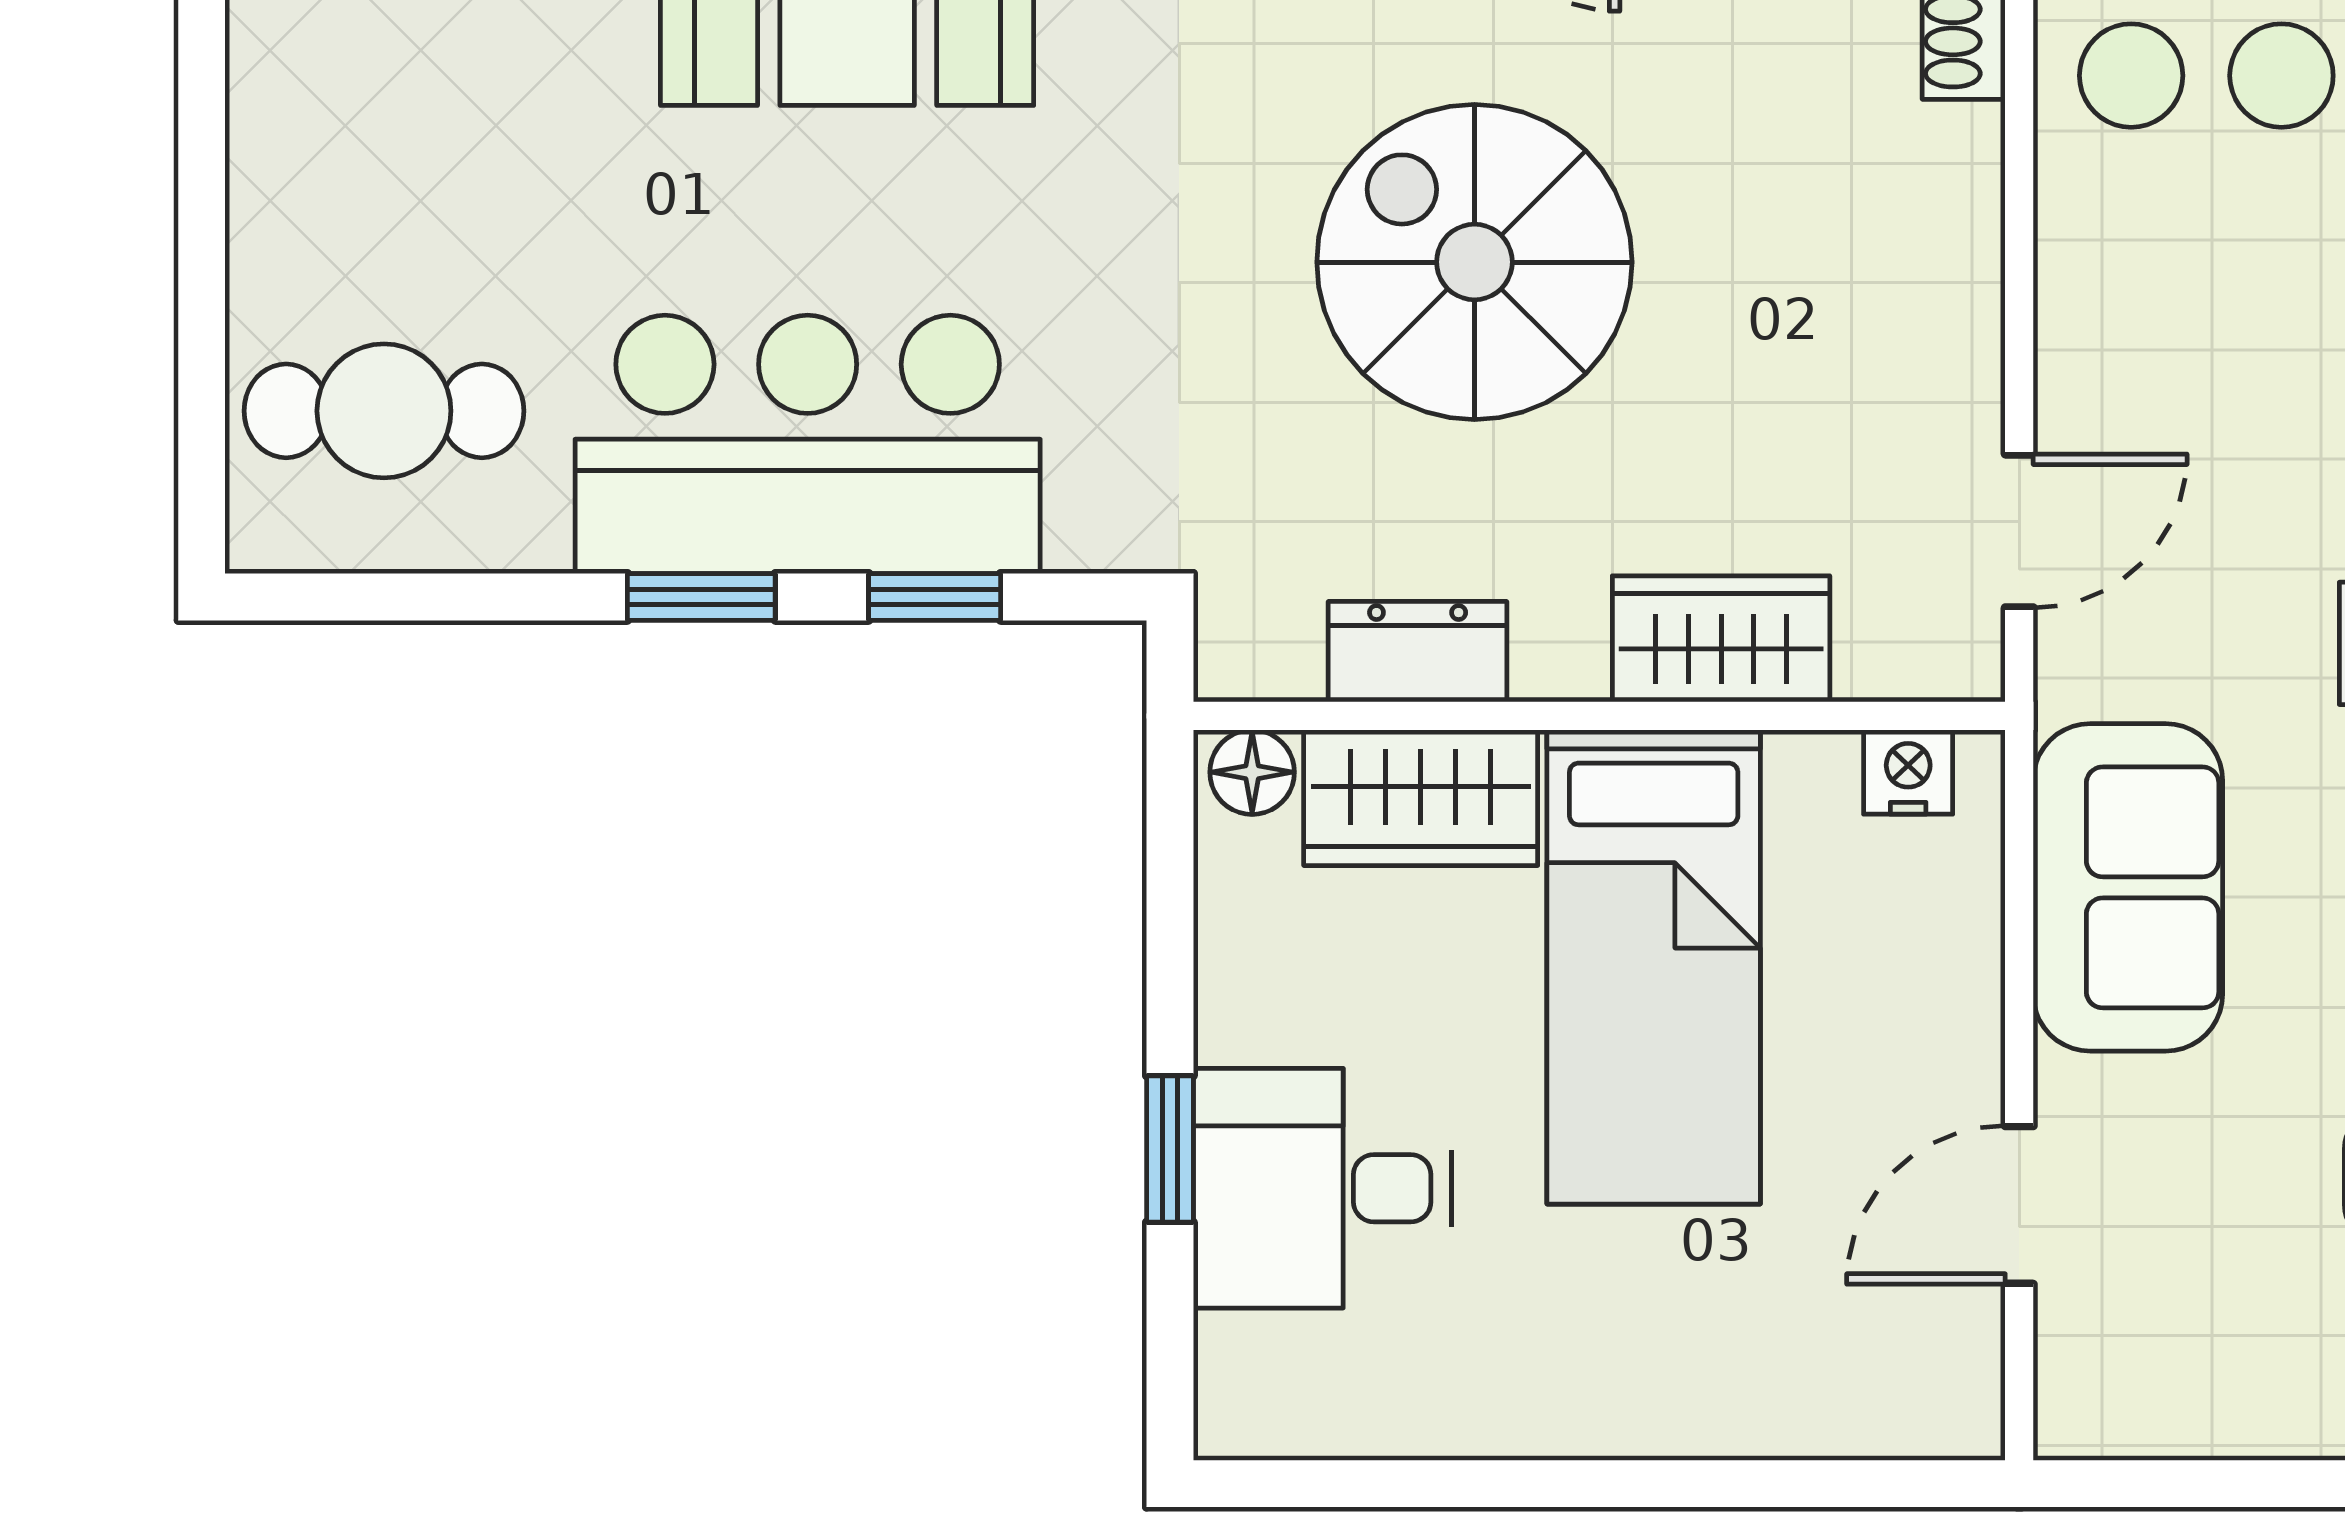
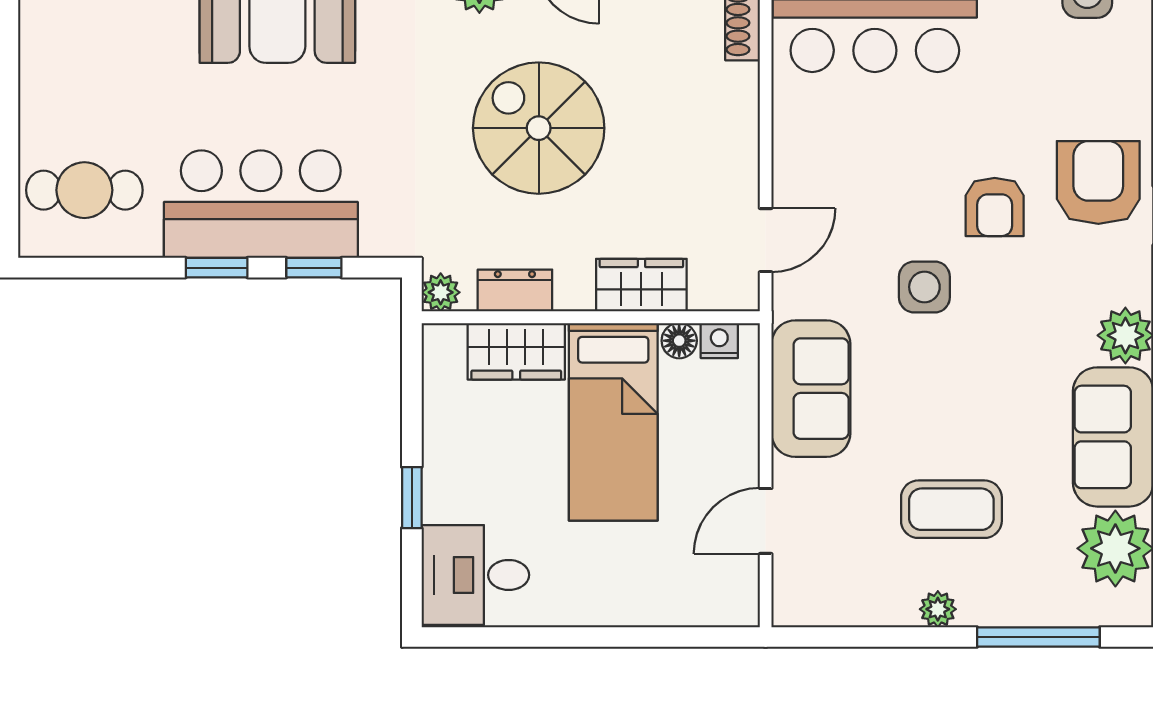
plant: (1239, 656) -> (441, 292), added
floor lamp: (1252, 772) -> (679, 341), moved
desk: (1322, 1188) -> (475, 575), moved

